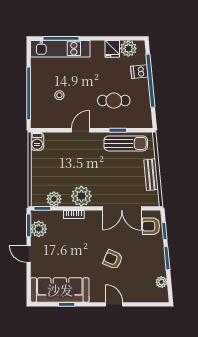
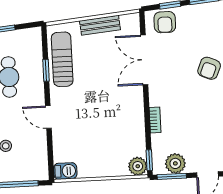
plant: (81, 196) -> (131, 112), removed
plant: (54, 199) -> (138, 166), moved
double door: (122, 208) -> (144, 60), swing flipped

